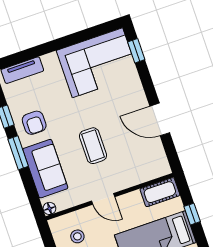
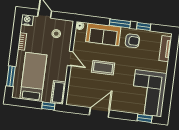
armchair: (34, 123) -> (132, 41), turned 180
door: (103, 199) -> (70, 59), swing flipped
window: (192, 214) -> (48, 106), moved

